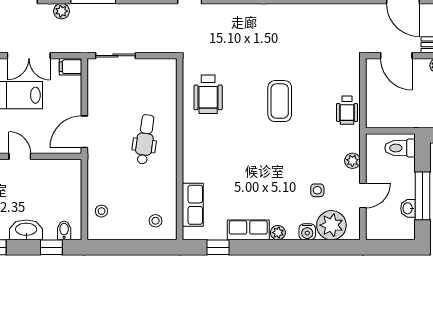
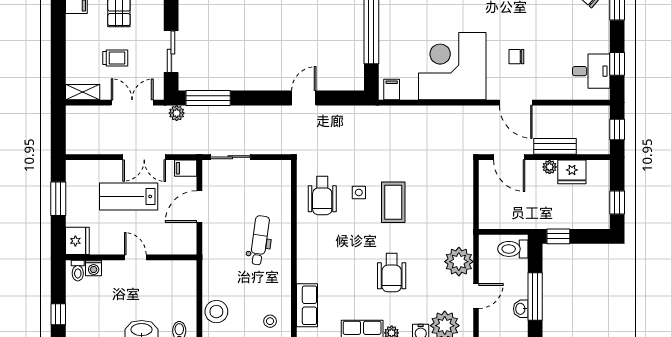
wheelchair: (347, 110) -> (392, 273), moved, width x1.36, depth x1.37
door: (84, 132) -> (199, 207), moved
plant: (352, 161) -> (459, 262), width x1.88, depth x1.88
side table: (317, 190) -> (359, 192), moved
stool: (101, 211) -> (216, 312), width x1.89, depth x1.89

